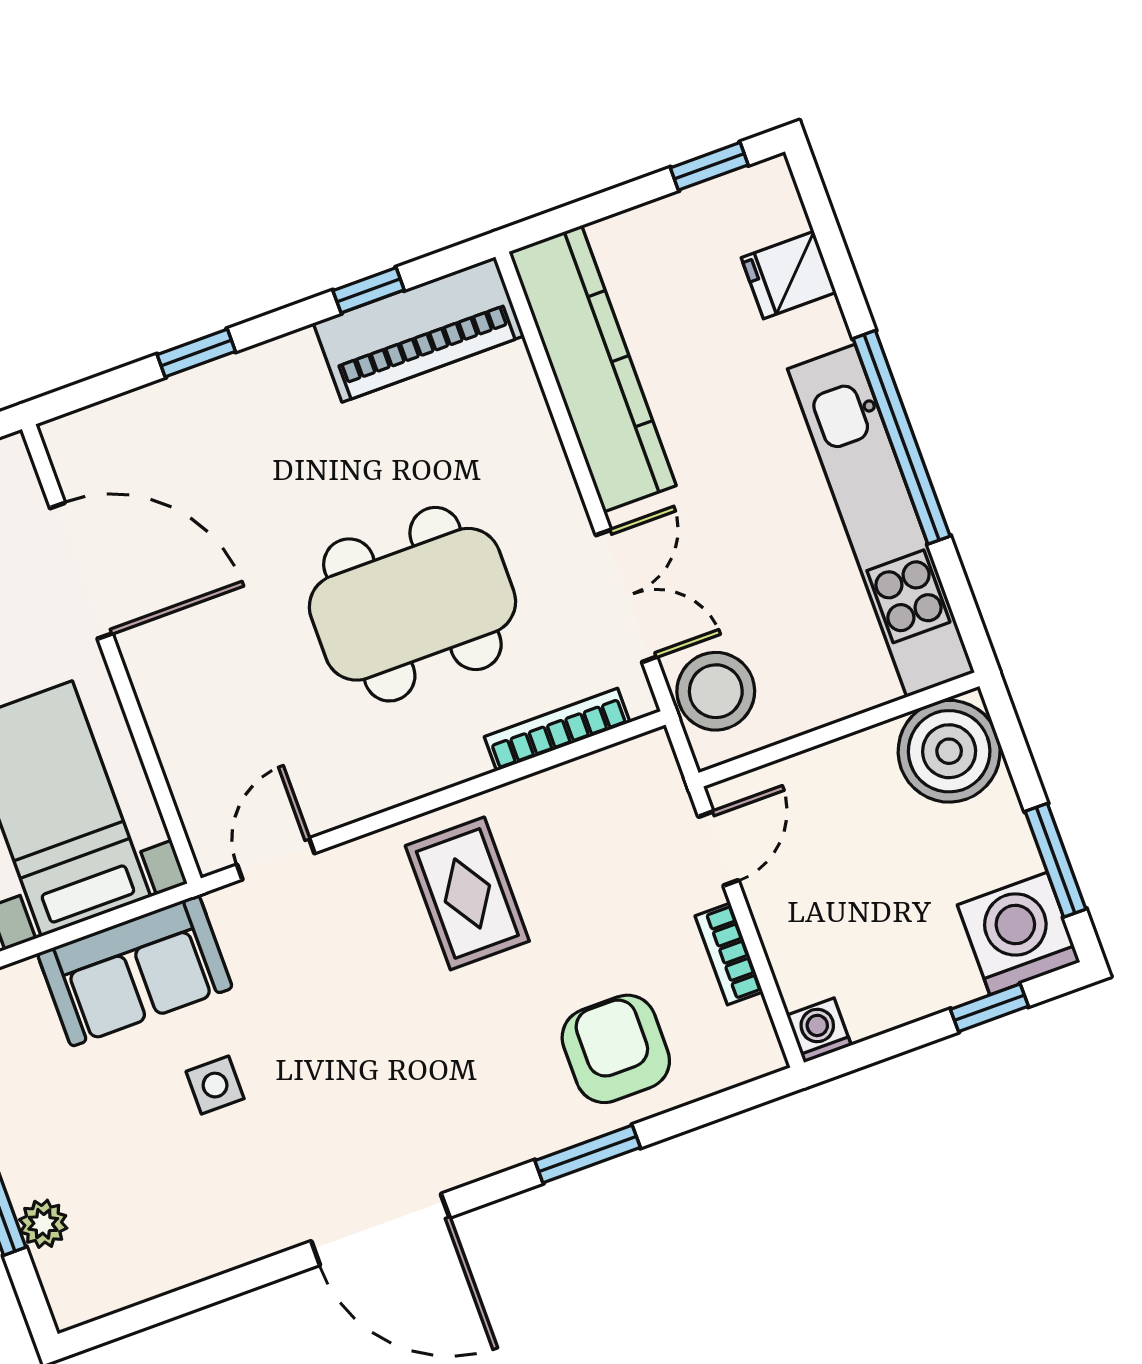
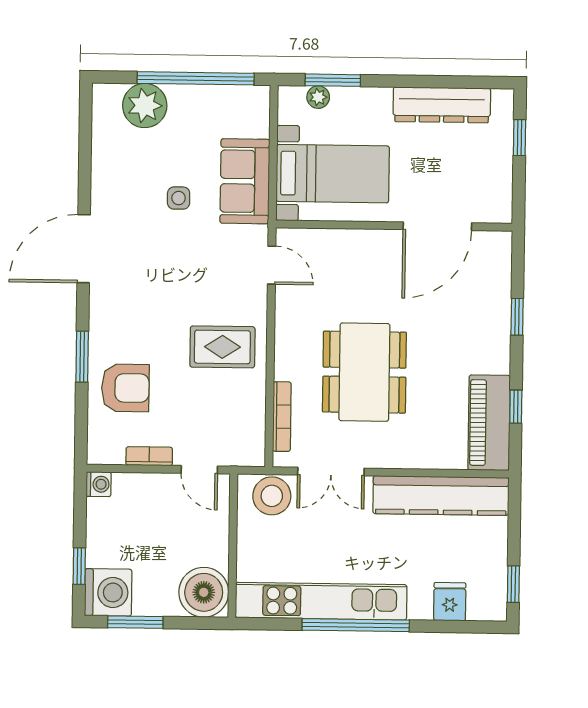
plant: (43, 1224) -> (145, 106), width x1.87, depth x1.87

